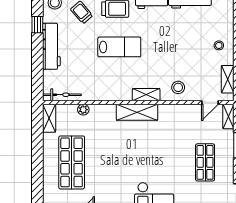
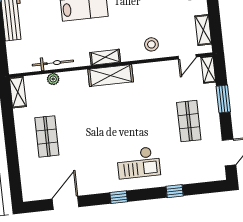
bicycle: (62, 95) -> (53, 63), moved
shelving: (146, 95) -> (105, 57), moved
shop shelf: (72, 162) -> (47, 136), width x0.70, depth x0.74

